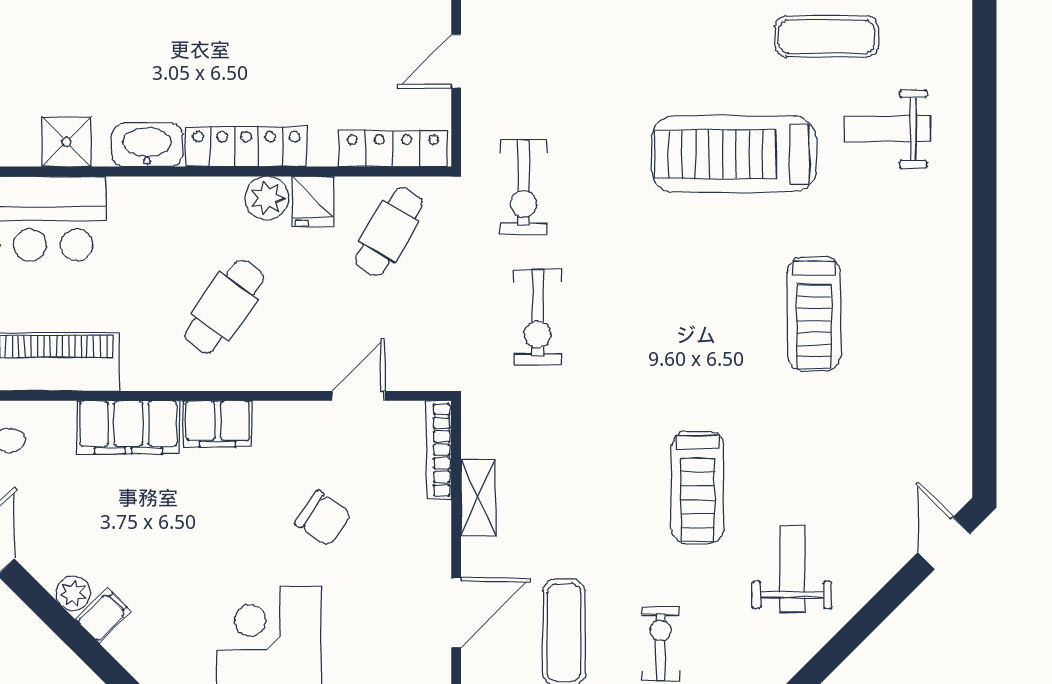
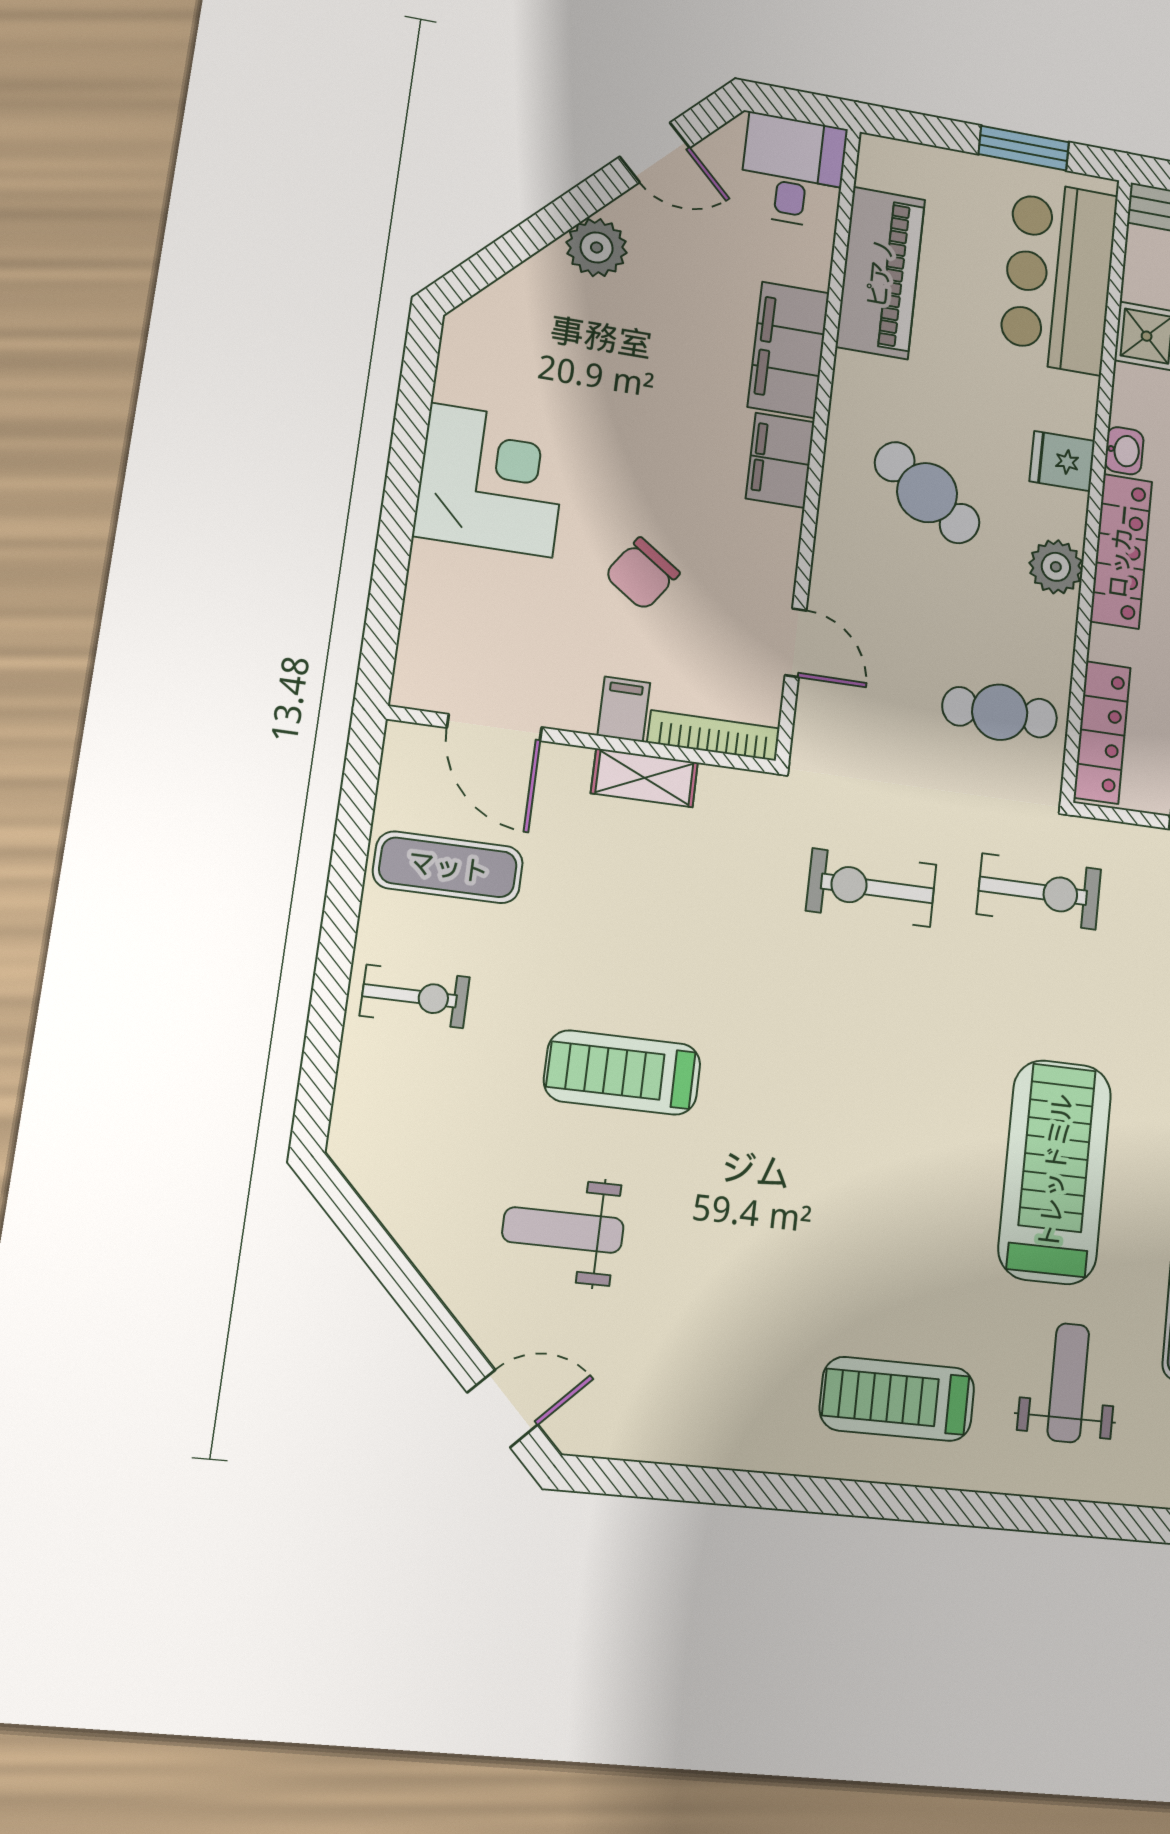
washbasin: (147, 145) -> (1124, 451), width x0.52, depth x0.69
exercise bike: (524, 187) -> (1039, 892), turned 180
fridge: (313, 201) -> (1062, 461), moved
cafe table: (389, 232) -> (1000, 712), turned -31
treadmill: (814, 314) -> (897, 1399), moved
weight bench: (792, 569) -> (563, 1230), moved, turned 180
plant: (73, 593) -> (597, 247), width x1.38, depth x1.38
filing cabinet: (104, 616) -> (624, 709), moved, turned -135

